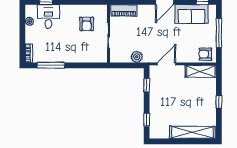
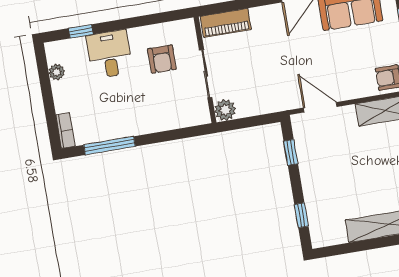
desk: (48, 17) -> (109, 54), moved
plant: (137, 57) -> (225, 110), moved
door: (166, 64) -> (320, 107), hinge flipped

